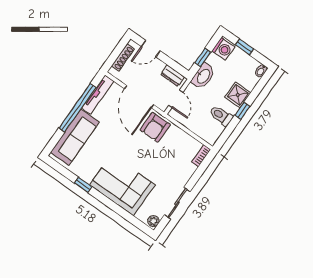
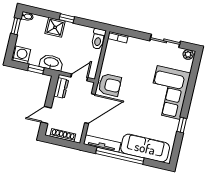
window: (244, 47) -> (16, 26), moved
door: (151, 49) -> (46, 115), swing flipped
toilet: (221, 116) -> (98, 39), moved

